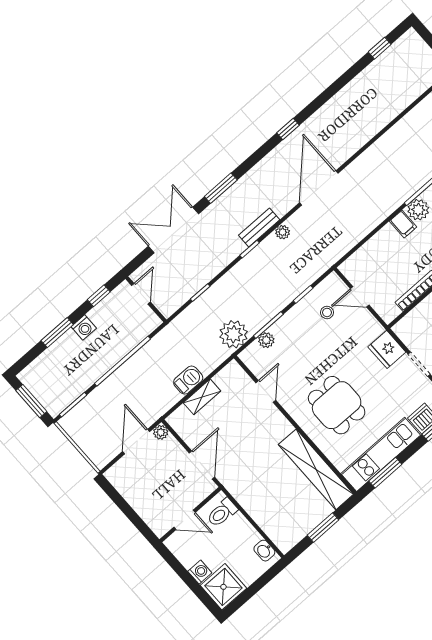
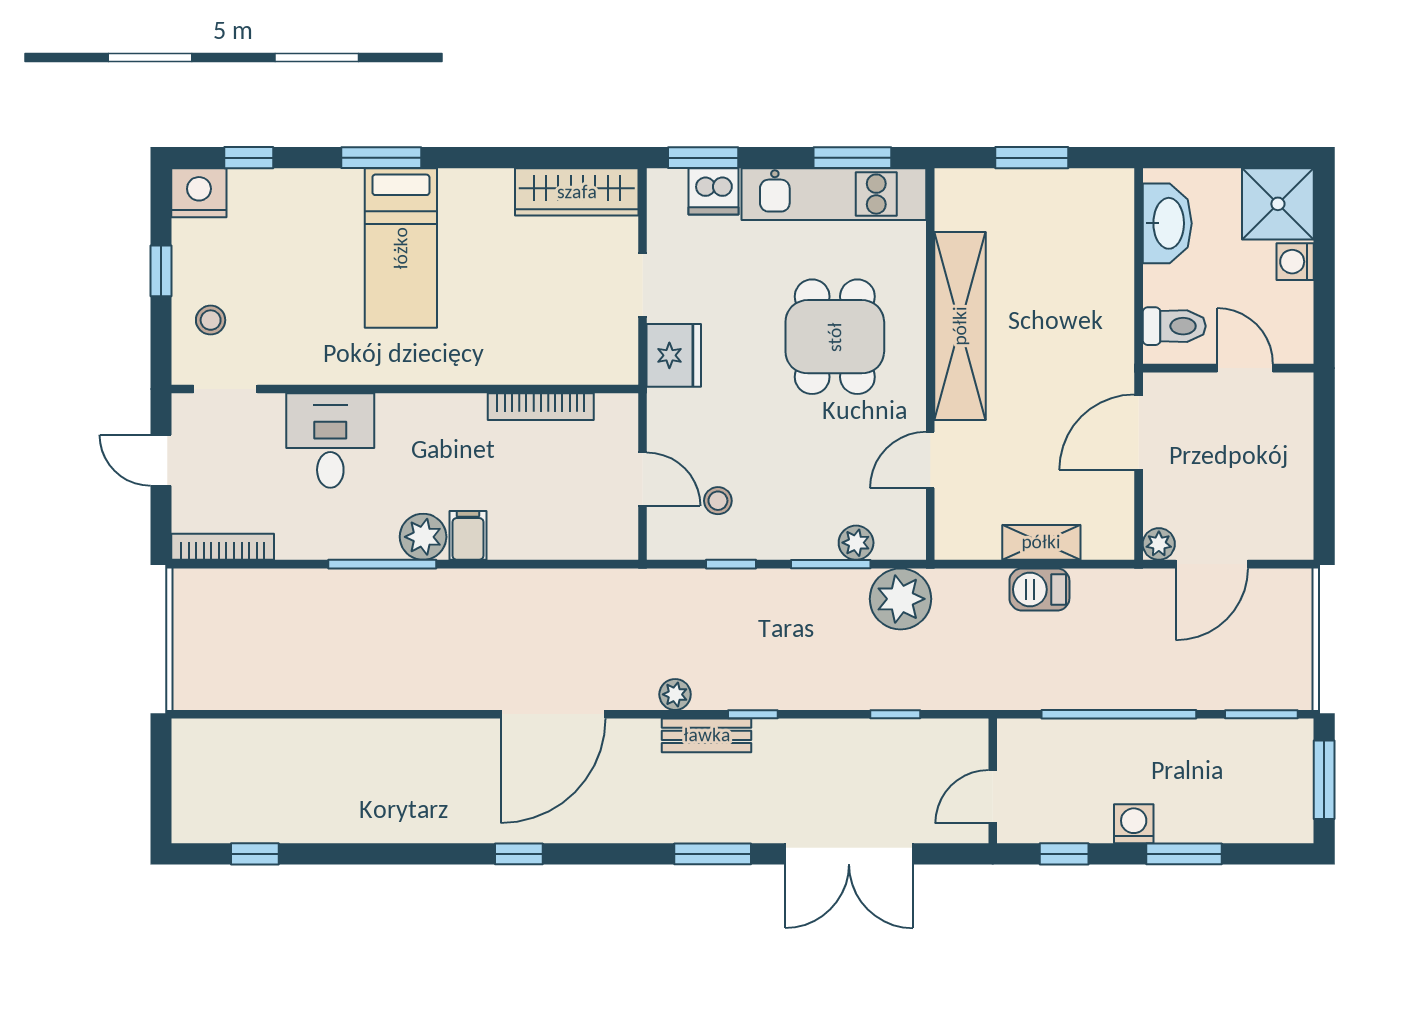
shelving: (316, 469) -> (960, 326), moved
washbasin: (264, 551) -> (1167, 223), width x1.91, depth x1.45

